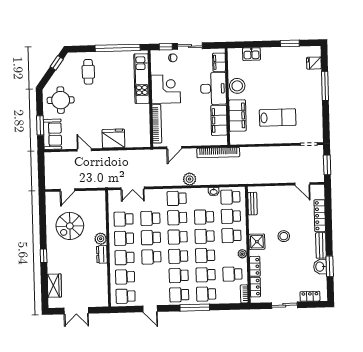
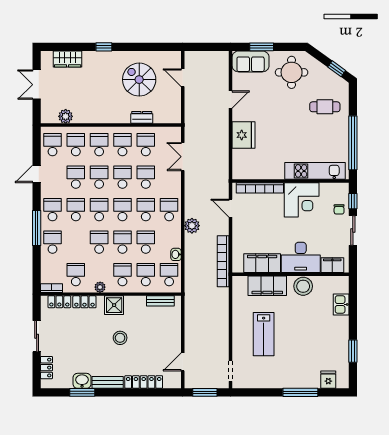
plant: (101, 239) -> (66, 116), moved
dresser: (102, 254) -> (142, 117), moved
school desk: (206, 275) -> (76, 177), moved

